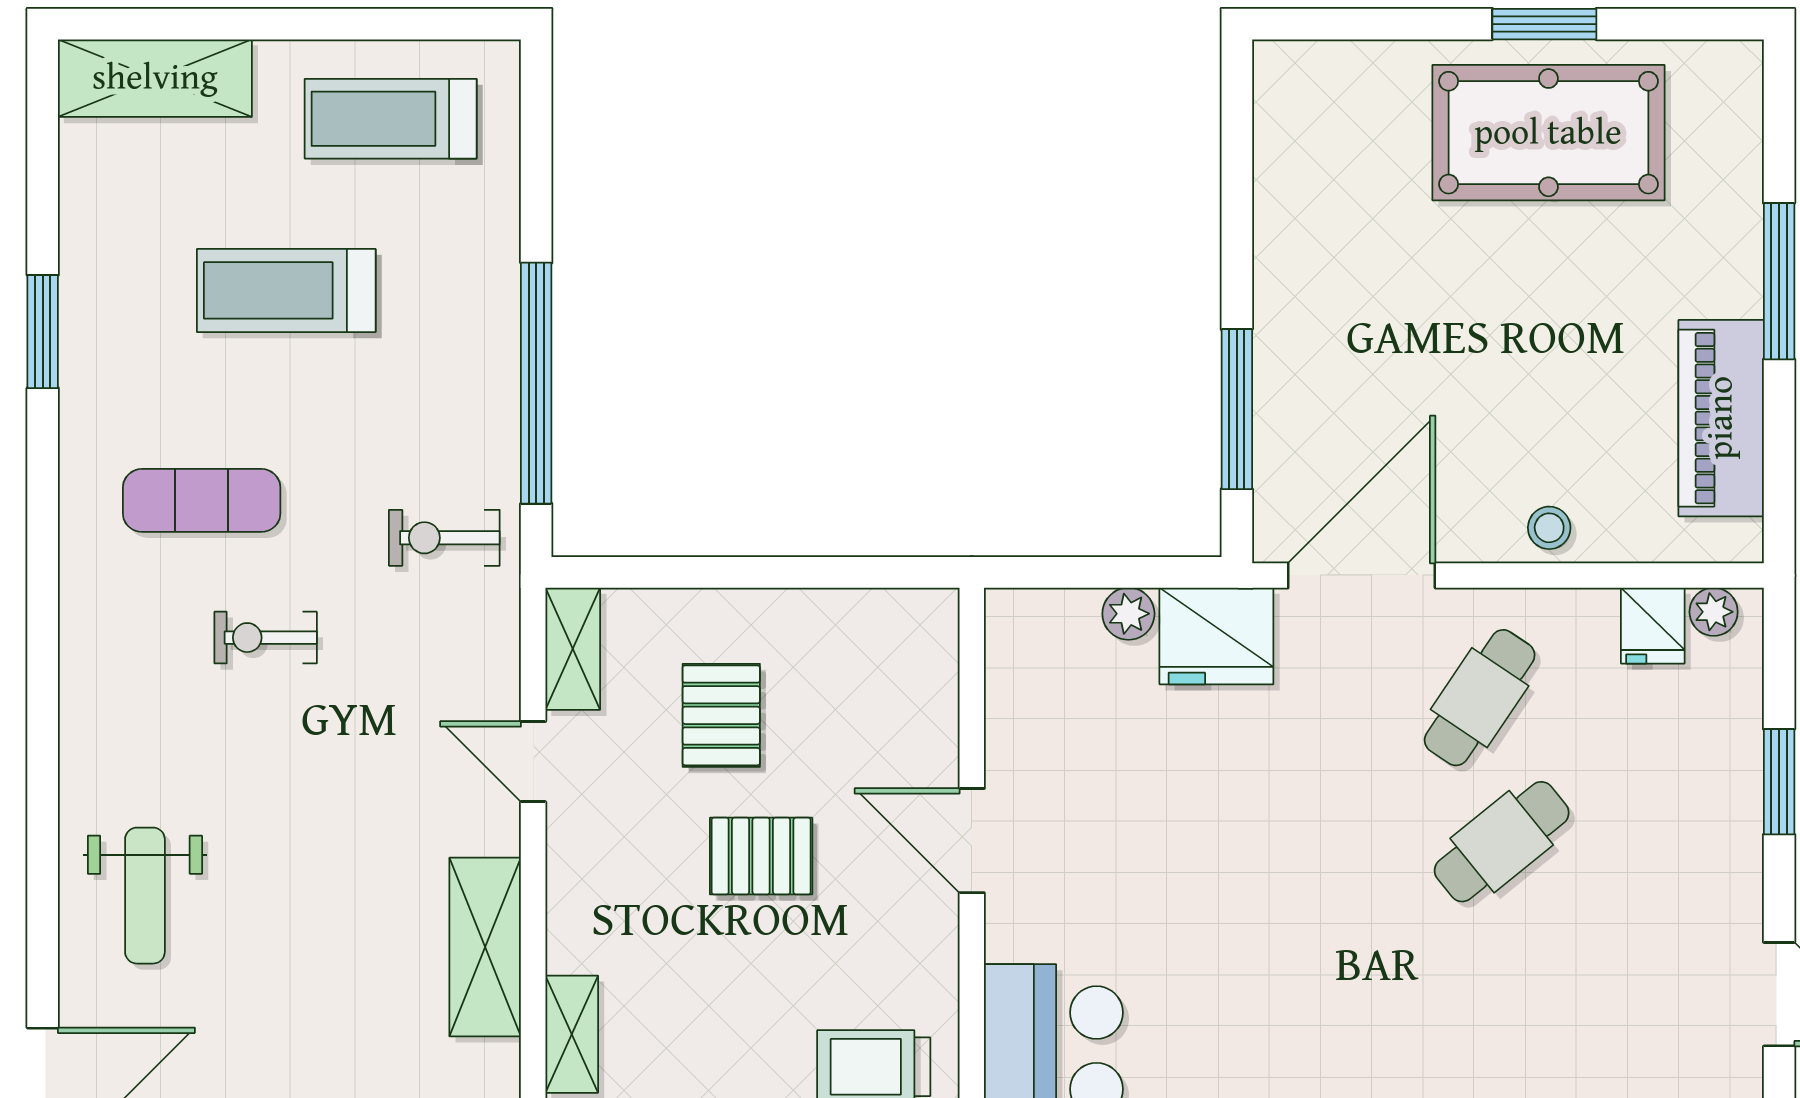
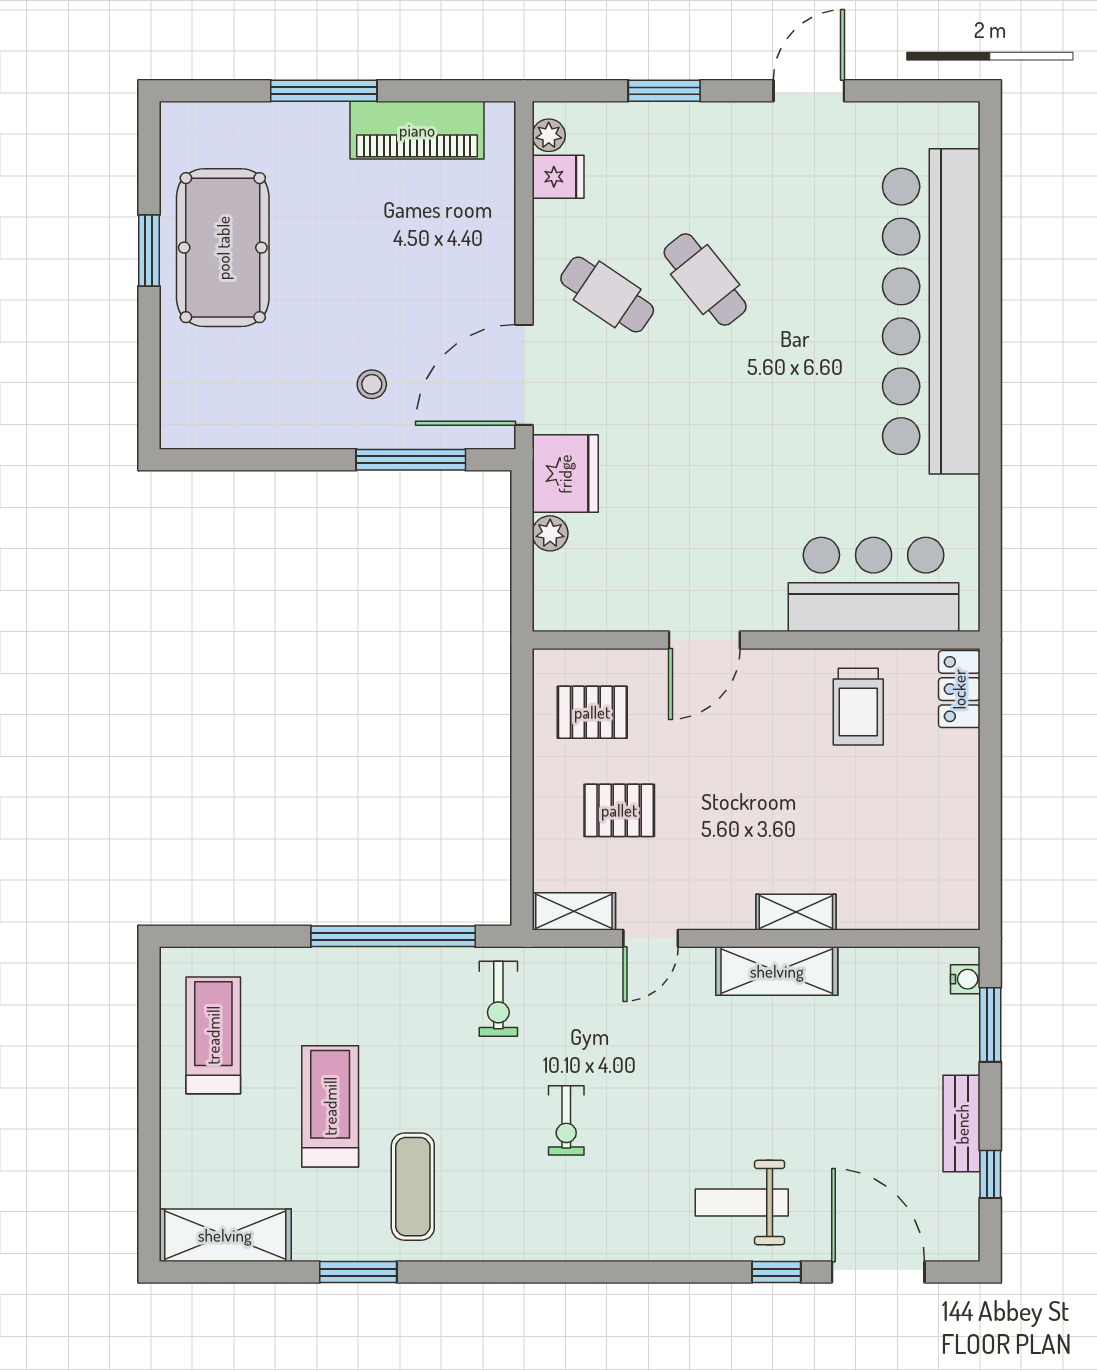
shelving: (155, 78) -> (225, 1235), moved, turned 90
treadmill: (391, 119) -> (213, 1035), turned 180
treadmill: (286, 290) -> (330, 1106), turned 180
exercise mat: (202, 500) -> (413, 1187), moved
stool: (1549, 528) -> (372, 384), moved
door: (1362, 575) -> (524, 375), hinge flipped
pallet: (761, 856) -> (592, 712), moved, turned 90
weight bench: (145, 896) -> (742, 1202), turned 180
window: (43, 946) -> (776, 1272), added
shelving: (572, 1034) -> (796, 912), moved

